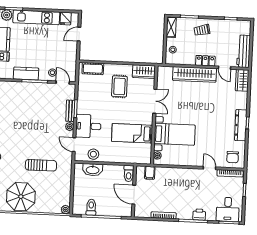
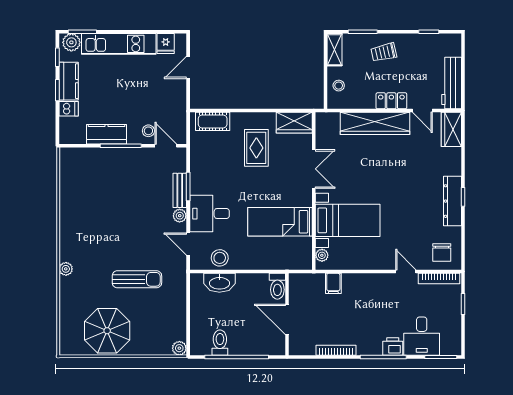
filing cabinet: (150, 173) -> (333, 283), moved
desk: (228, 209) -> (422, 336), moved

